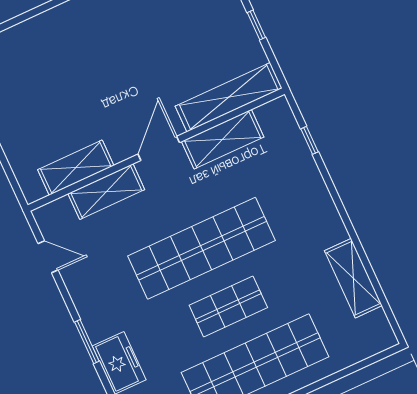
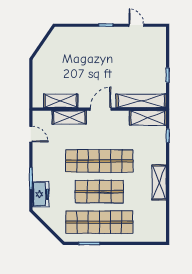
shelving: (223, 139) -> (148, 118), moved
shelving: (353, 278) -> (159, 182), moved
shop shelf: (228, 306) -> (99, 192), width x1.43, depth x1.36

